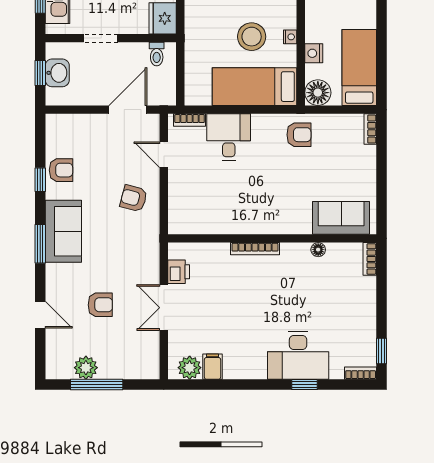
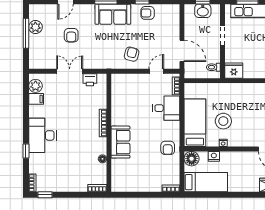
armchair: (61, 170) -> (148, 13), turned 90
sofa: (341, 218) -> (120, 142), moved
desk: (298, 355) -> (42, 135), moved

